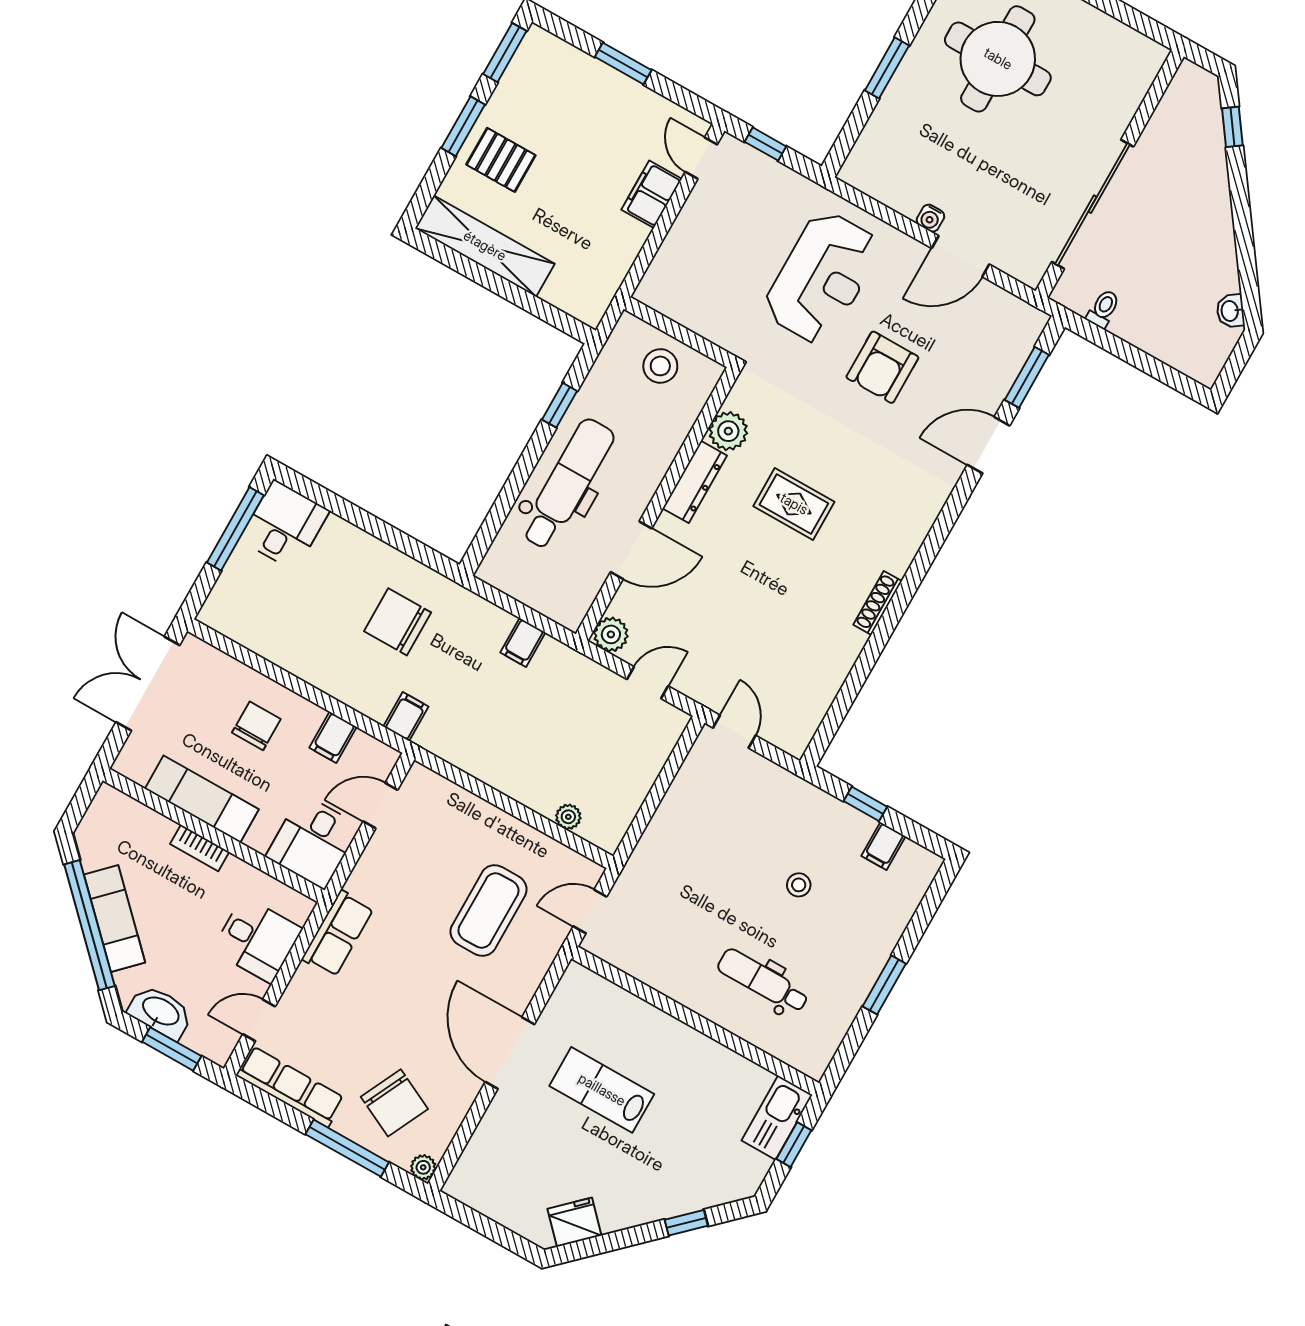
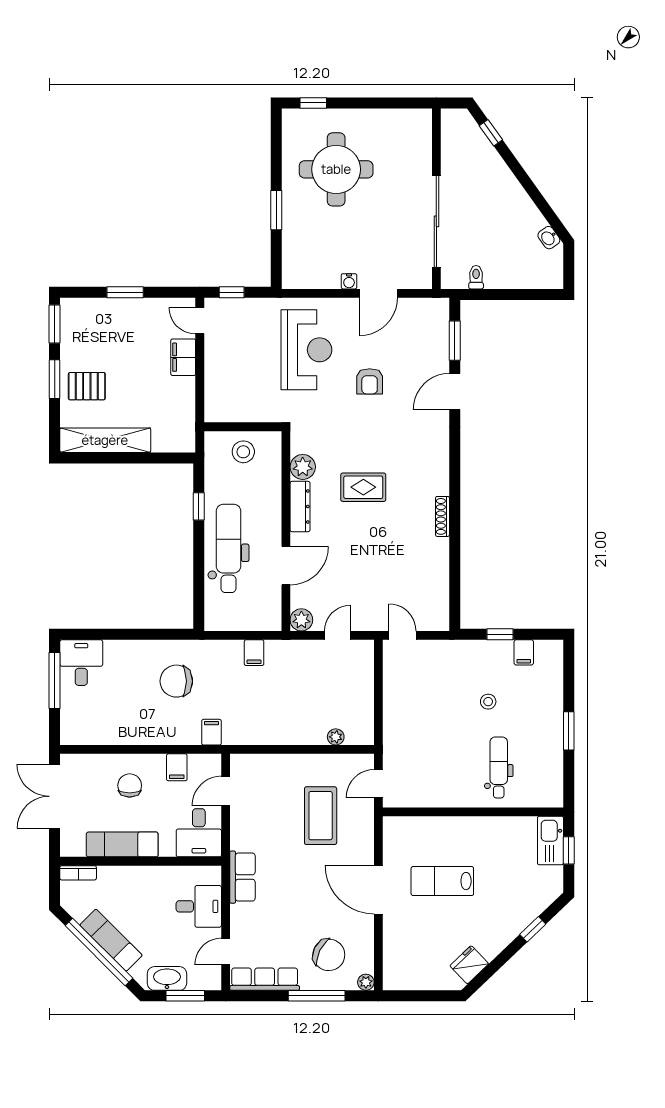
armchair: (882, 367) -> (370, 381), width x0.72, depth x0.72
bookcase: (200, 848) -> (78, 873), moved
dental chair: (763, 981) -> (499, 768), turned 90

